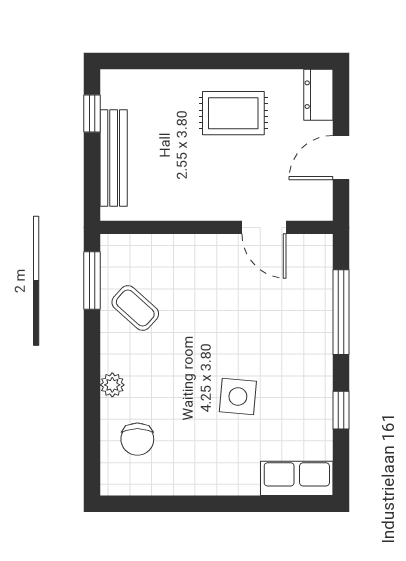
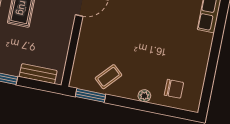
bench: (114, 158) -> (38, 74), width x0.73
side table: (238, 397) -> (163, 35), removed

